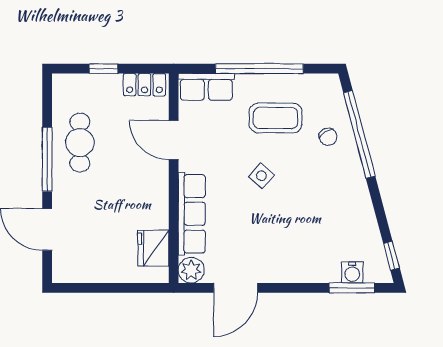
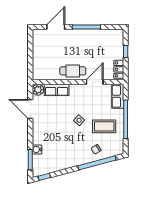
coffee table: (275, 118) -> (104, 126), turned 90
cafe table: (80, 143) -> (73, 71), moved
row of seats: (192, 214) -> (57, 90), width x0.68
fridge: (153, 248) -> (48, 73), removed
water cooler: (352, 273) -> (37, 149), moved

